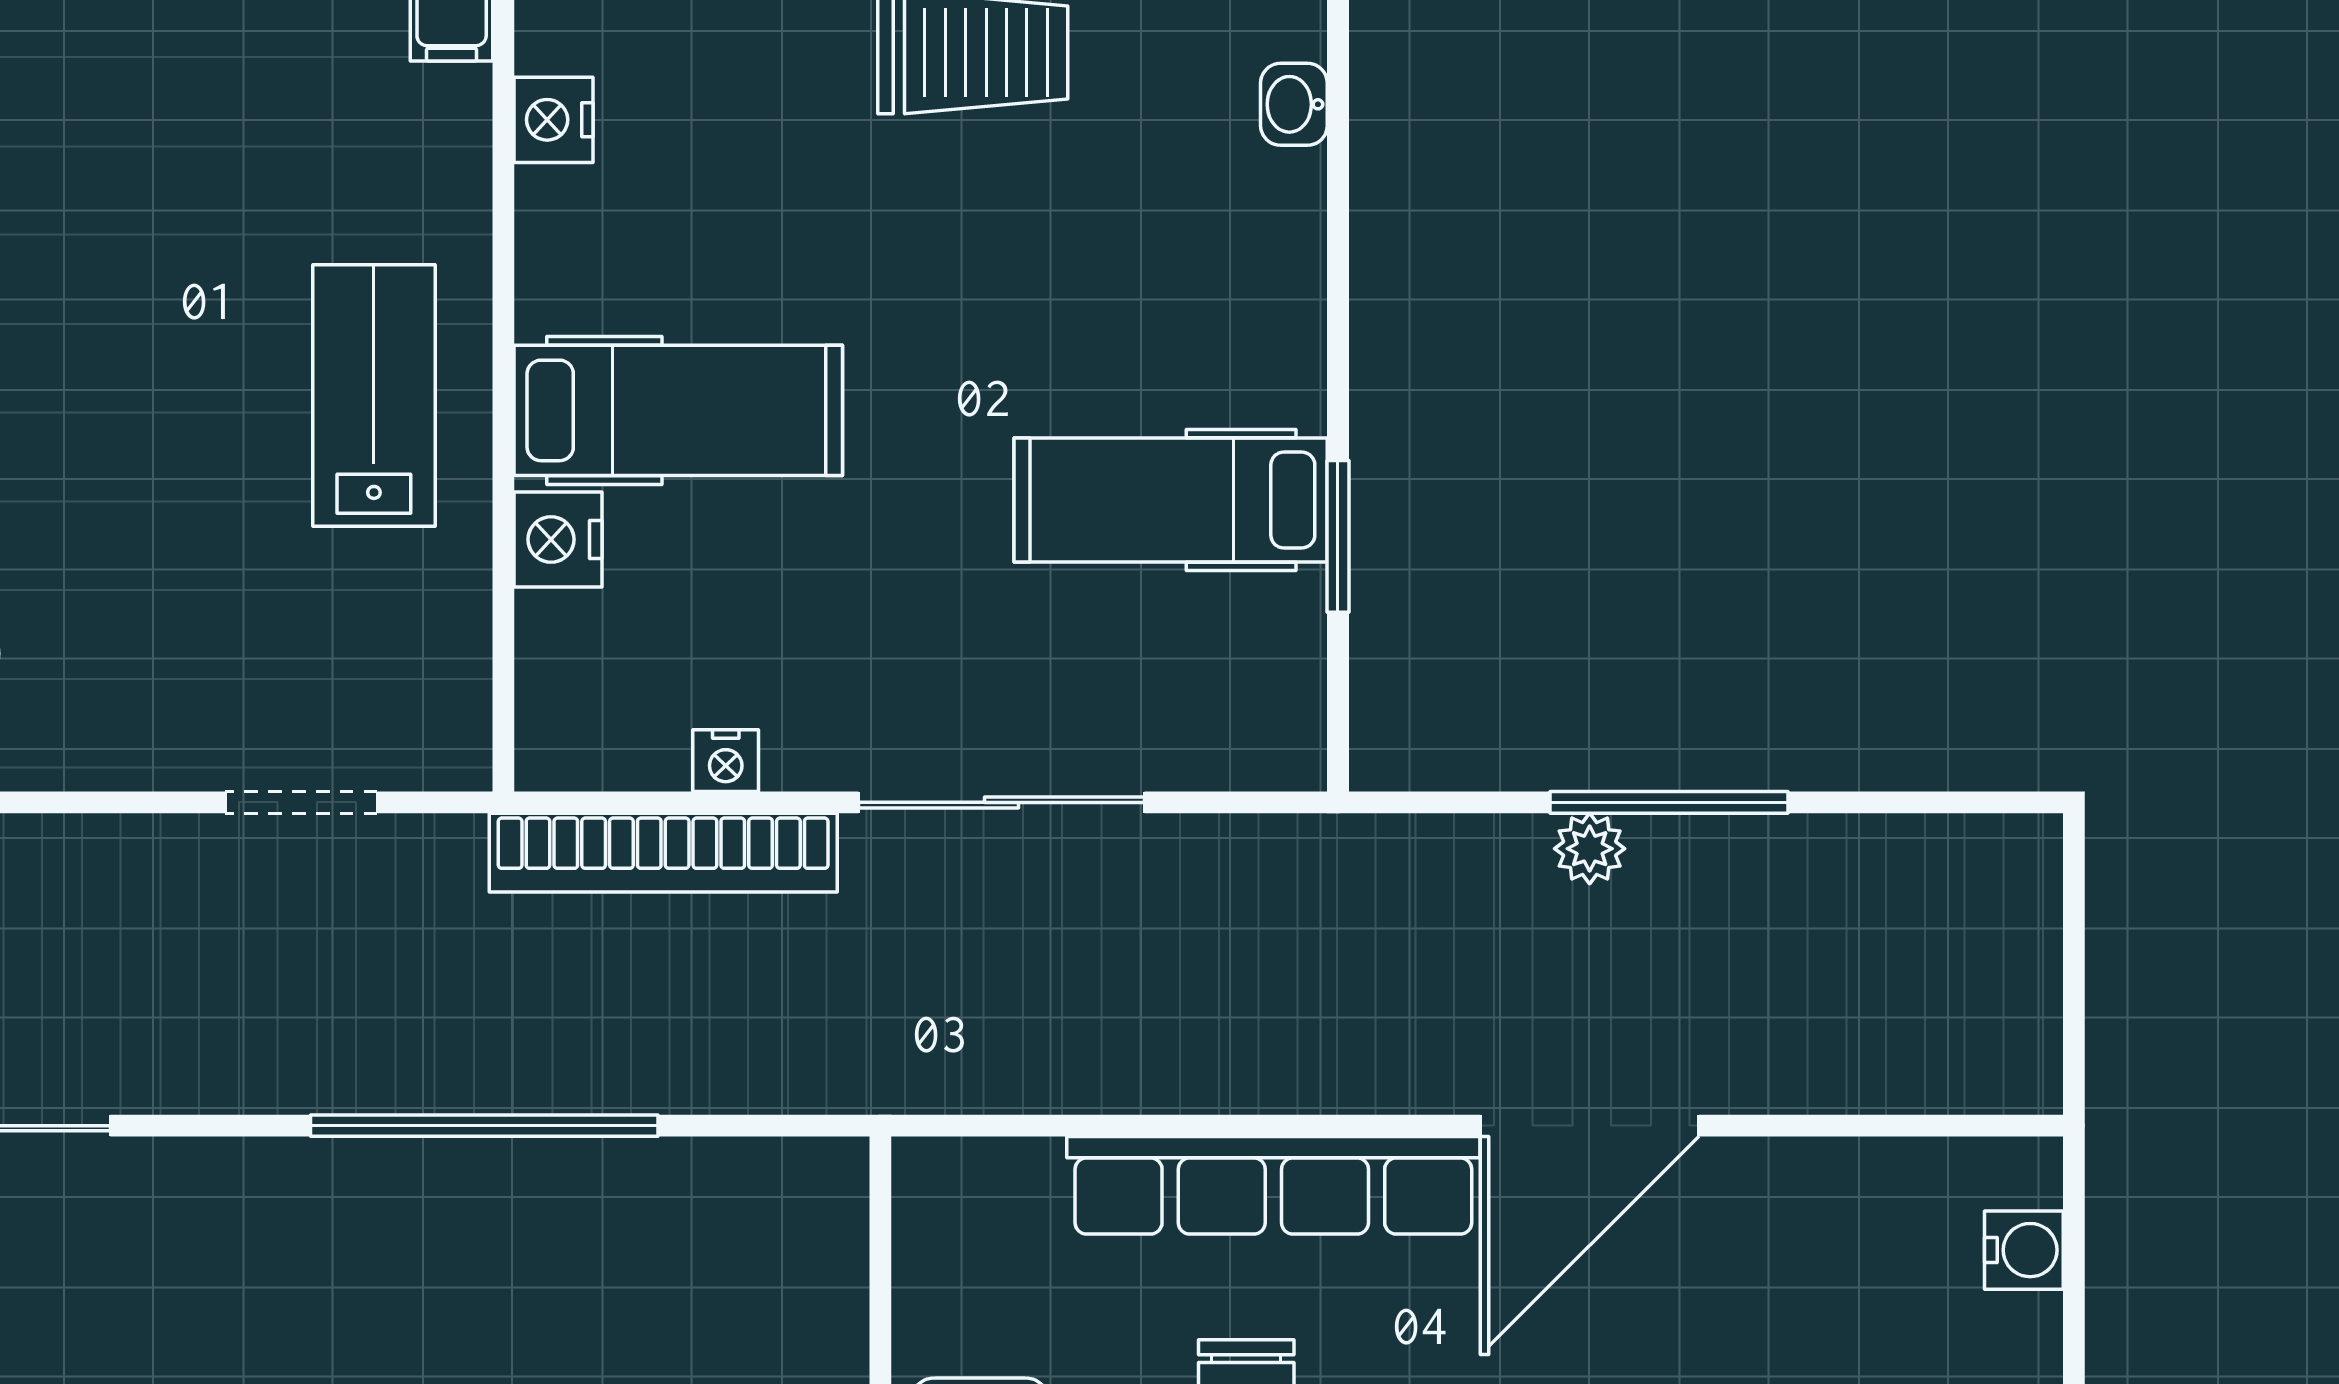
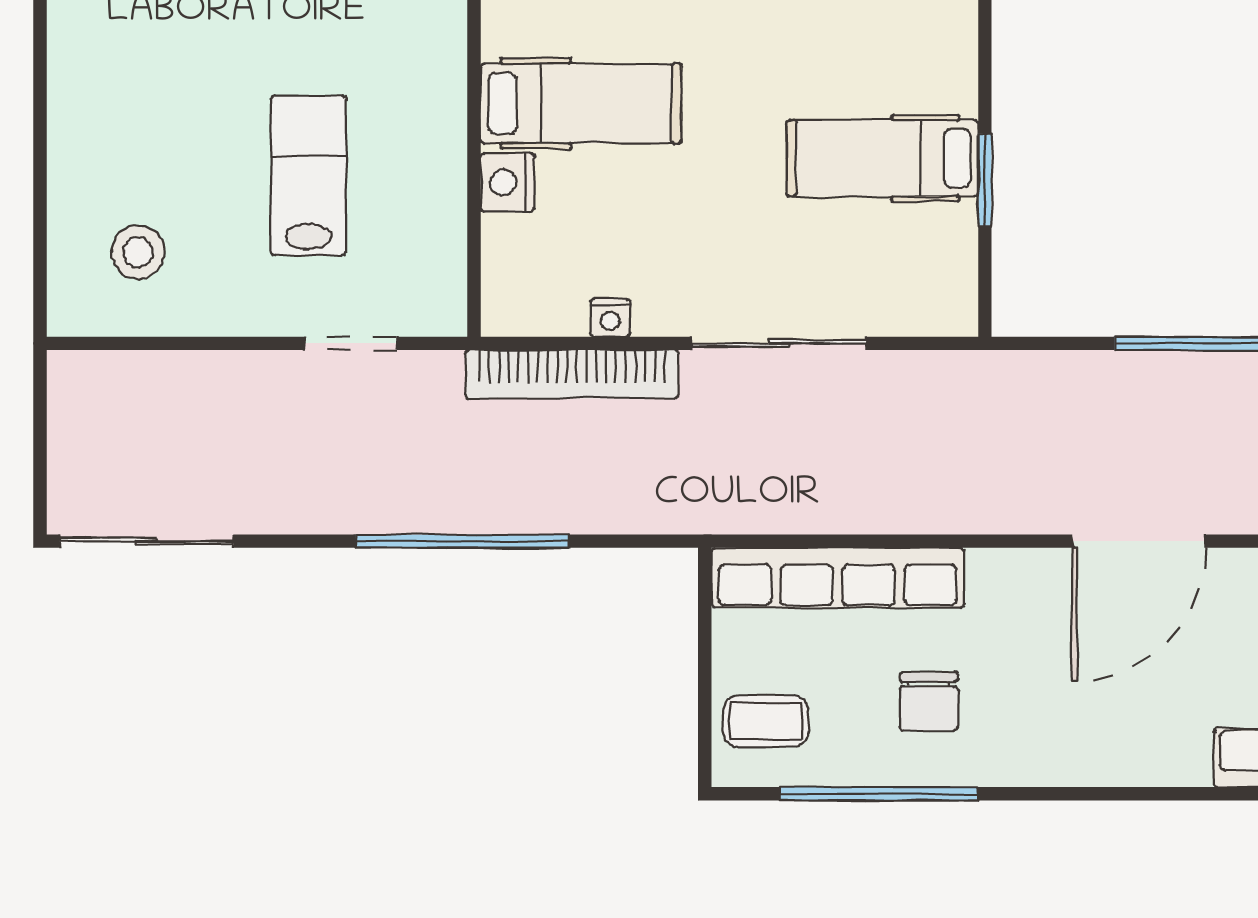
lab bench: (374, 396) -> (309, 175), moved
plant: (1590, 849) -> (1139, 372), removed
row of seats: (1273, 1185) -> (838, 578), moved

